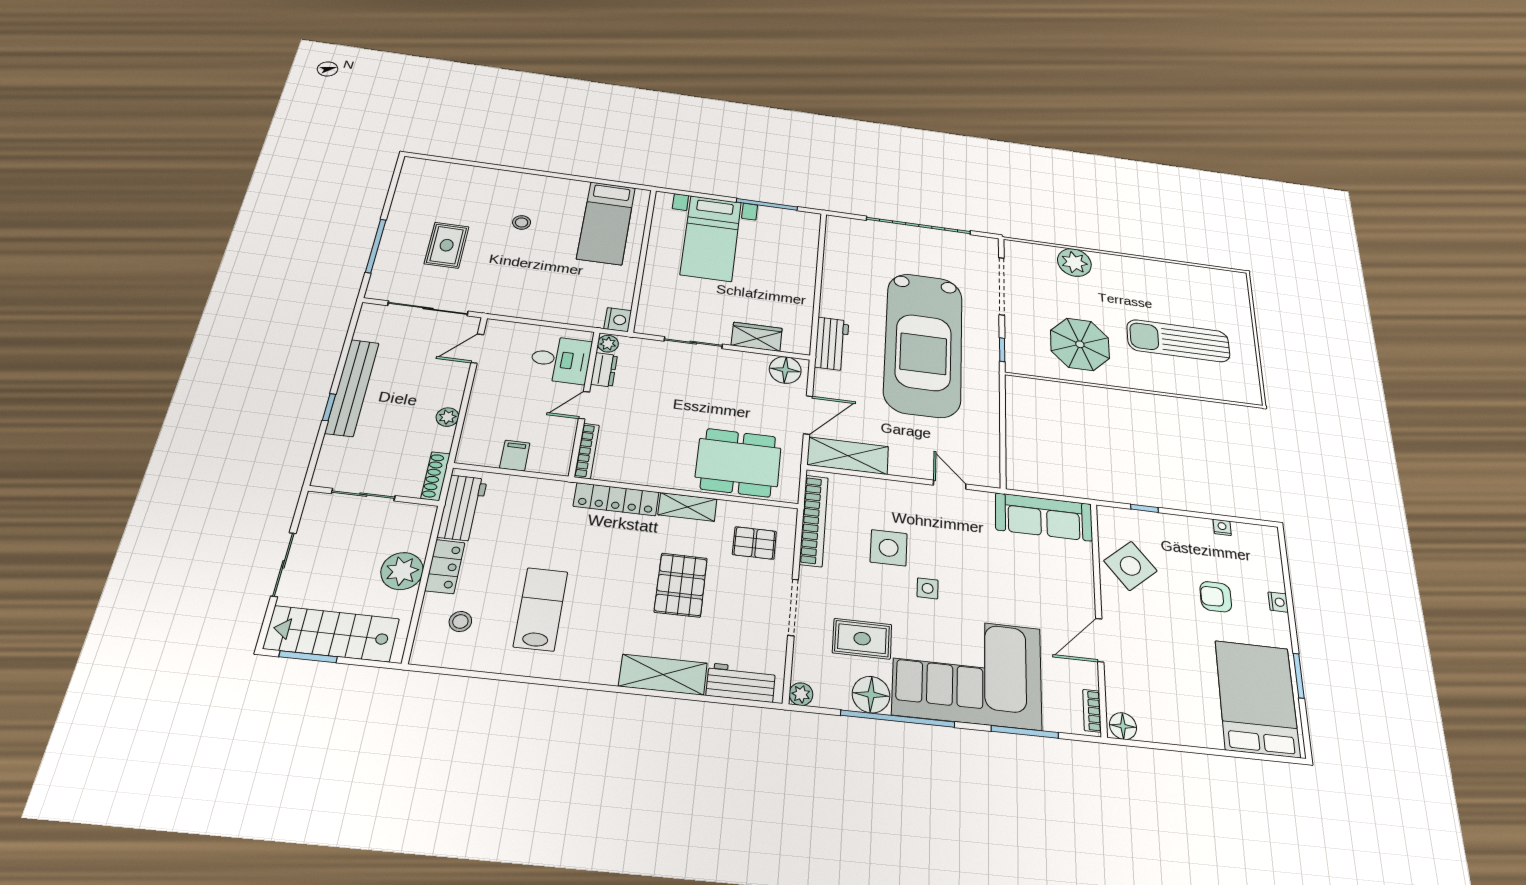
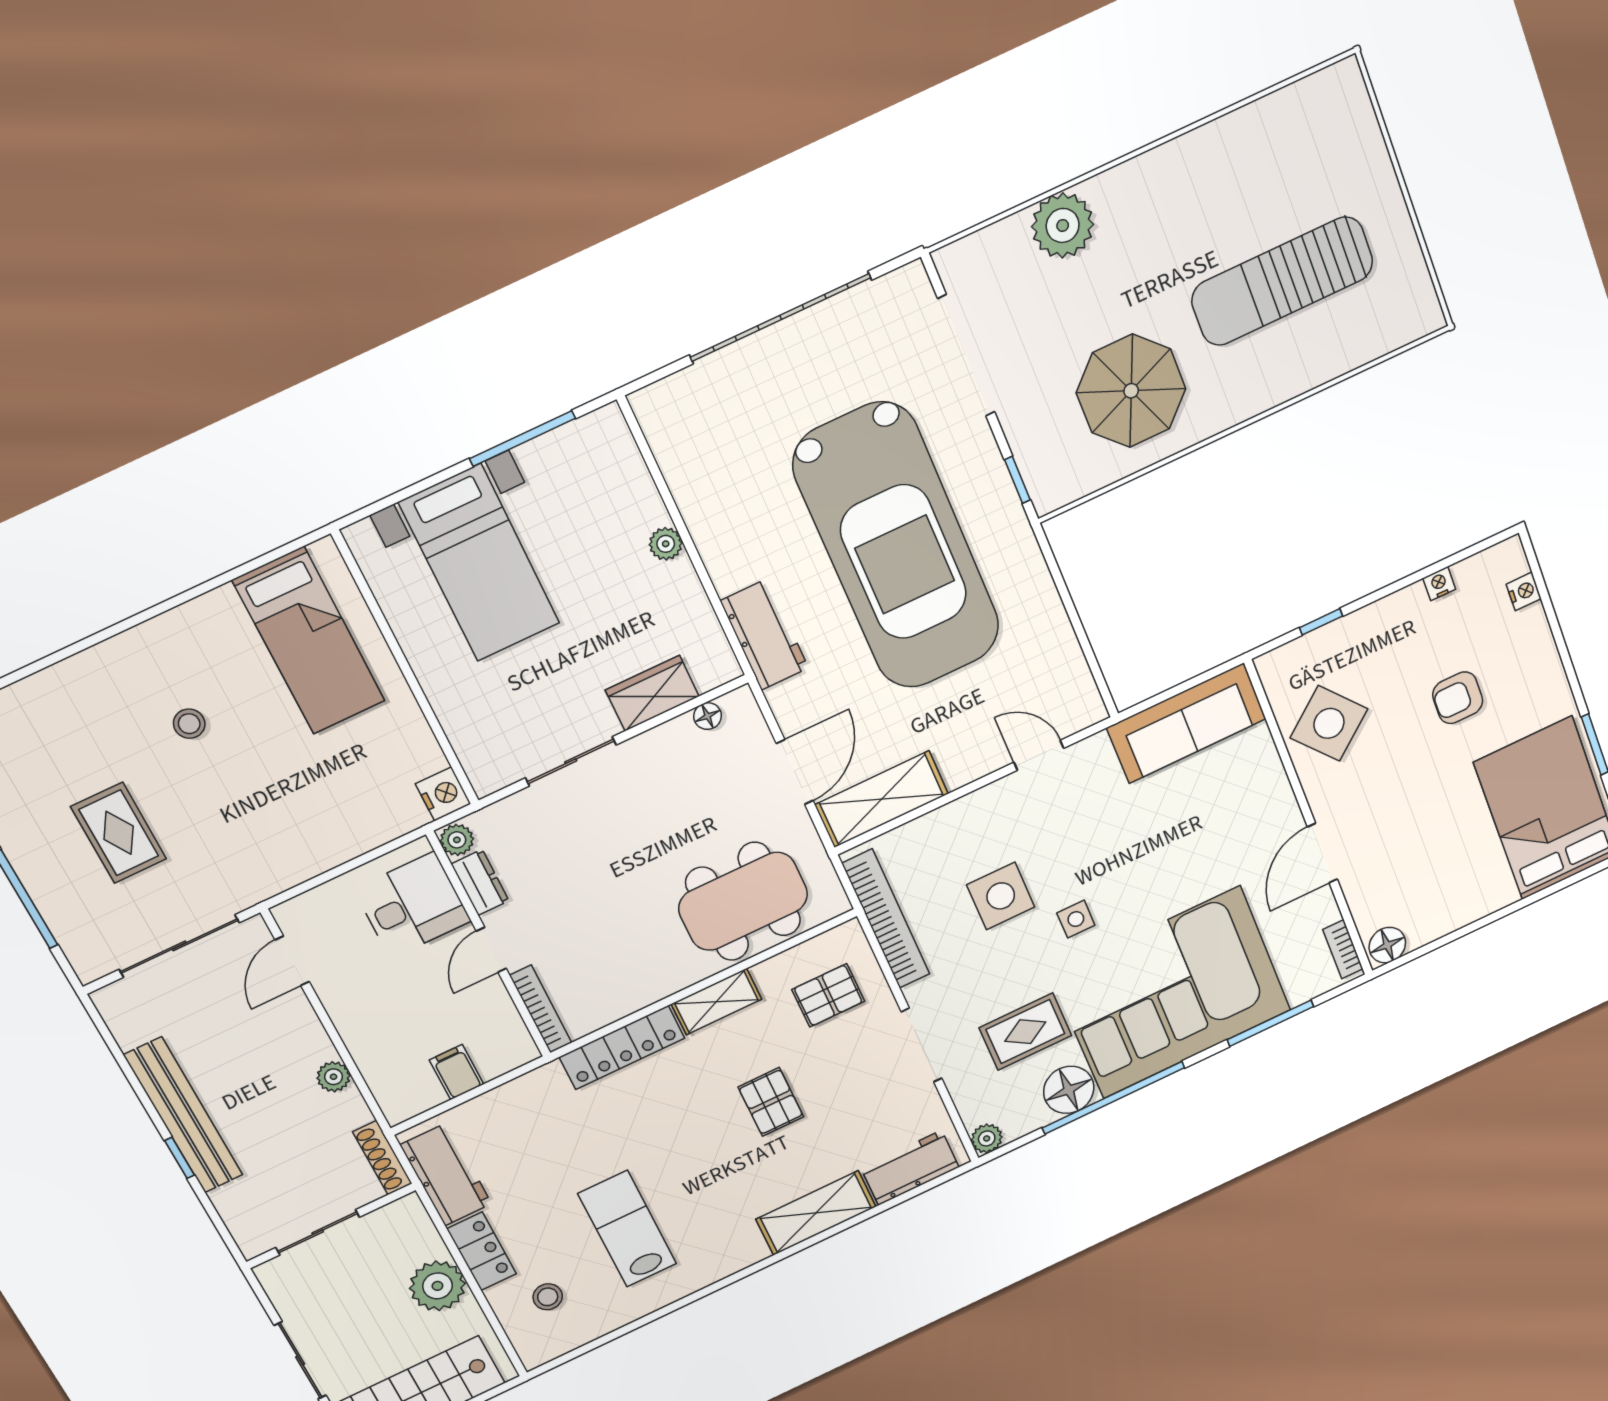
plant: (807, 279) -> (666, 544), added
floor lamp: (785, 370) -> (708, 716), width x0.53, depth x0.53
pallet: (681, 585) -> (771, 1102), width x0.67, depth x0.71
nightstand: (1278, 602) -> (1524, 591), moved

